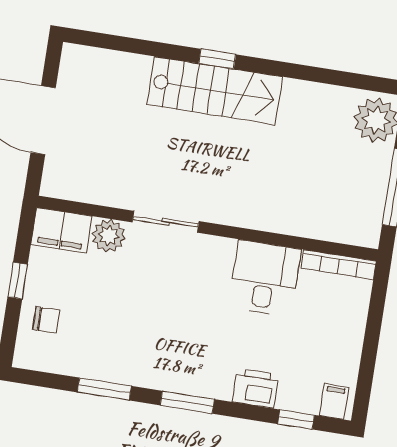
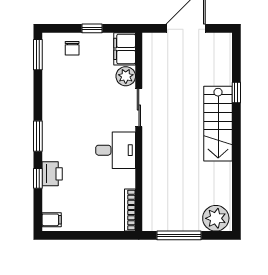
window: (217, 59) -> (236, 93), moved
desk: (265, 278) -> (116, 150), moved
window: (104, 389) -> (38, 55), moved
window: (296, 419) -> (38, 178), moved

